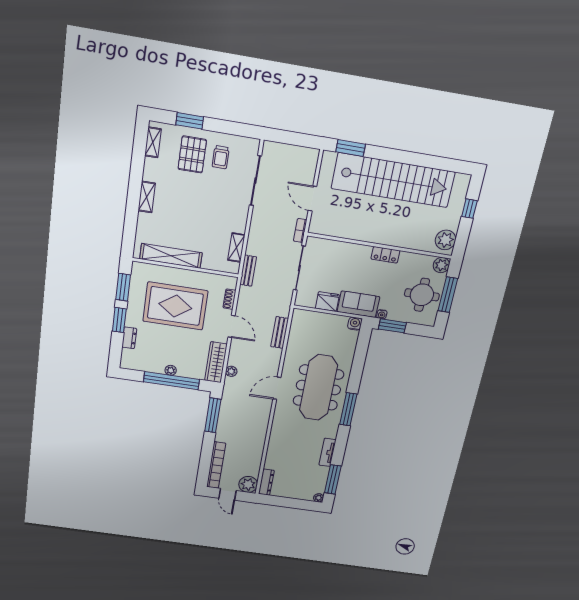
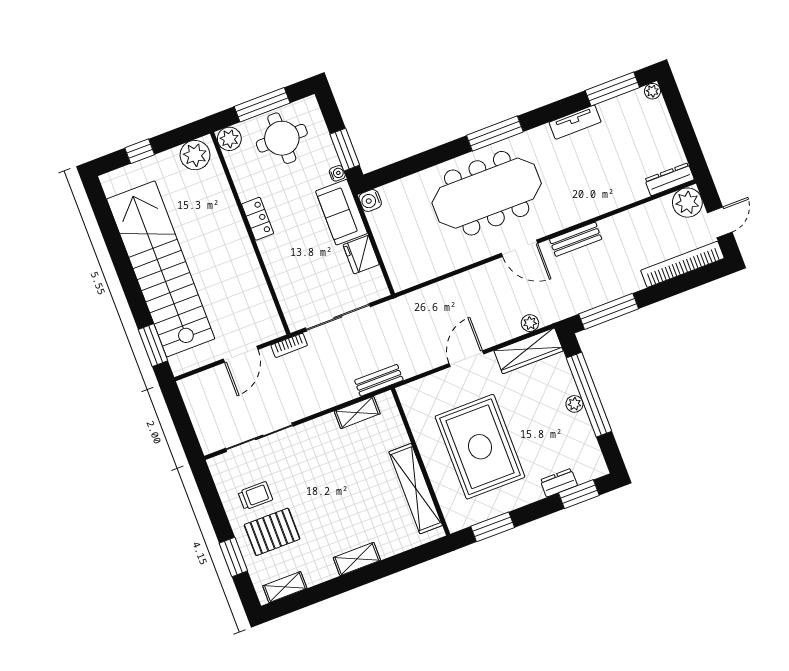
shoe rack: (229, 299) -> (431, 382), removed
window: (119, 320) -> (579, 494), moved
bench: (280, 333) -> (576, 239), moved

